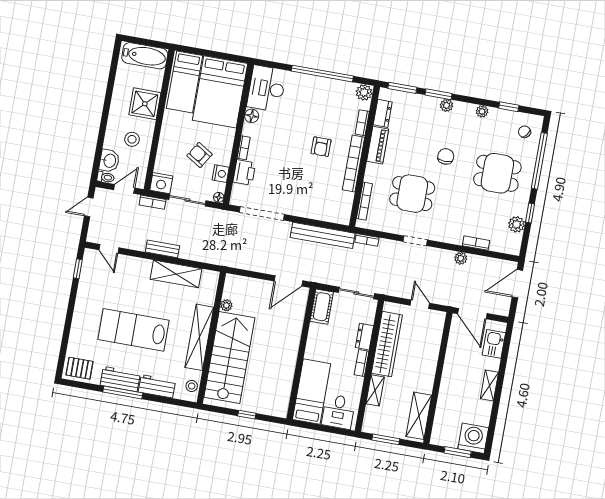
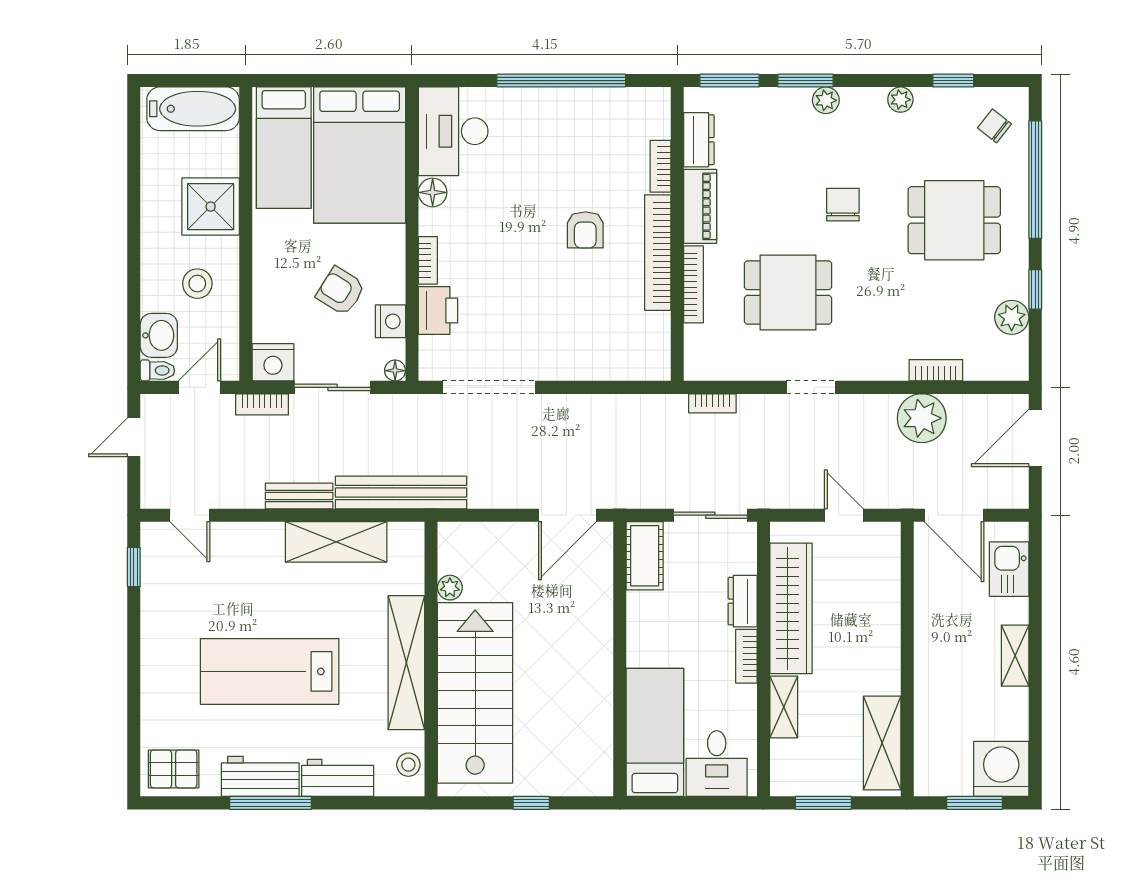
plant: (364, 92) -> (653, 104), removed
bookcase: (364, 201) -> (693, 284), moved
bench: (323, 235) -> (401, 493), moved
plant: (461, 258) -> (922, 418), width x1.88, depth x1.88

